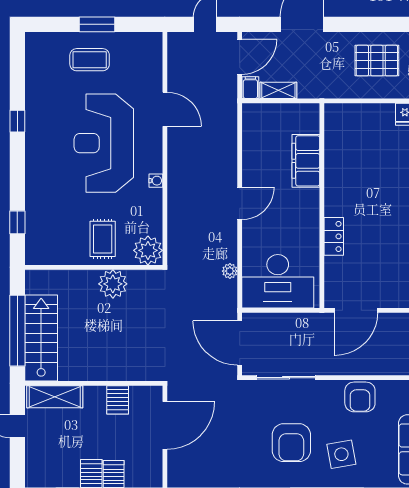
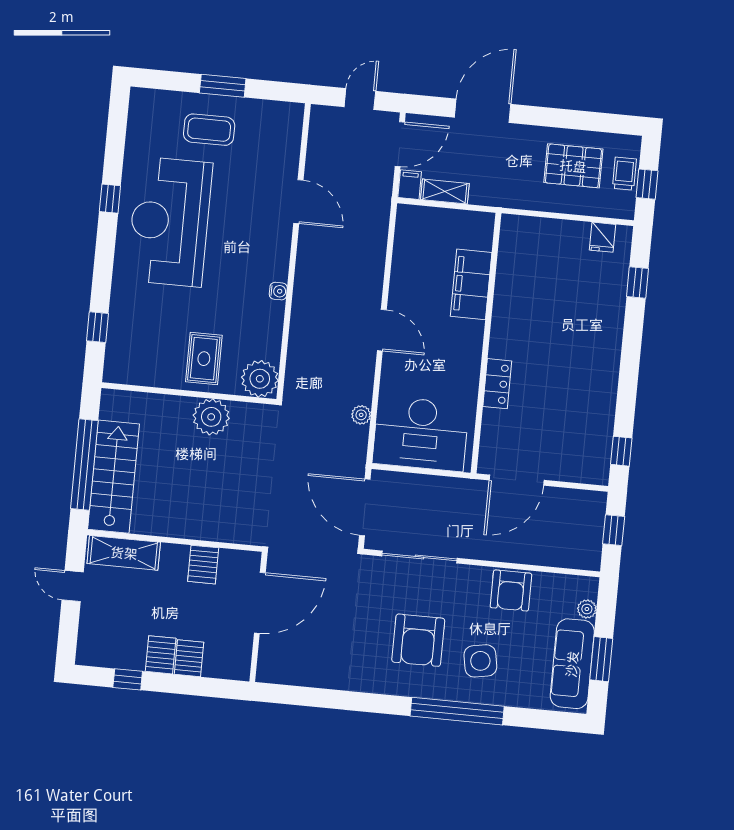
reception desk: (104, 143) -> (170, 222), moved
door: (240, 203) -> (382, 330), hinge flipped

